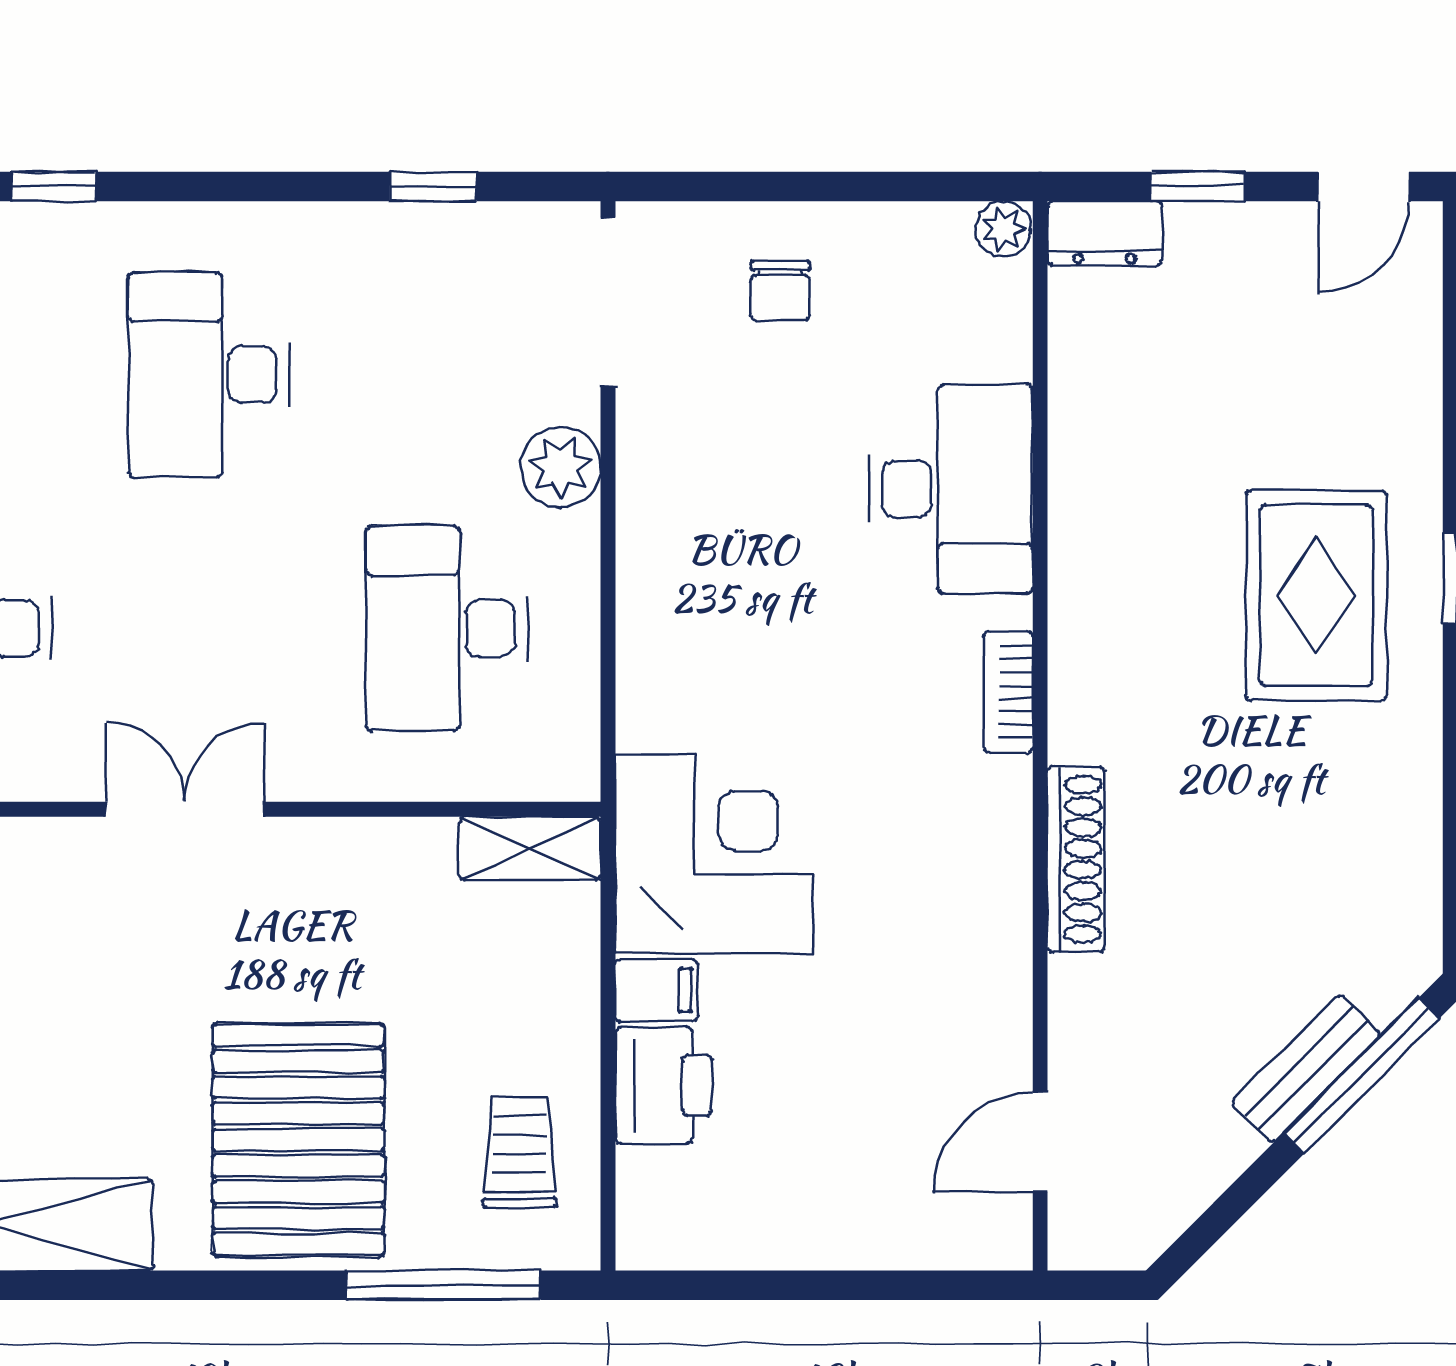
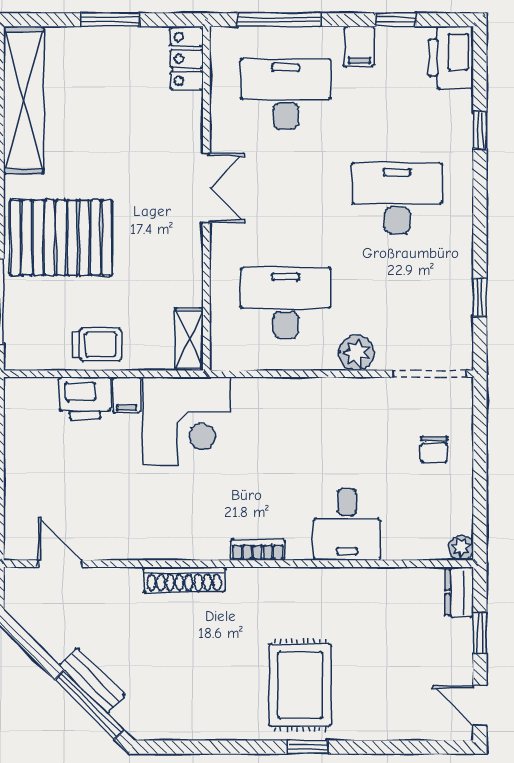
chair: (780, 290) -> (434, 449), turned -90
desk: (951, 489) -> (347, 524), width x0.73
rug: (1316, 596) -> (300, 685), turned 90
trolley: (520, 1152) -> (97, 345), moved

